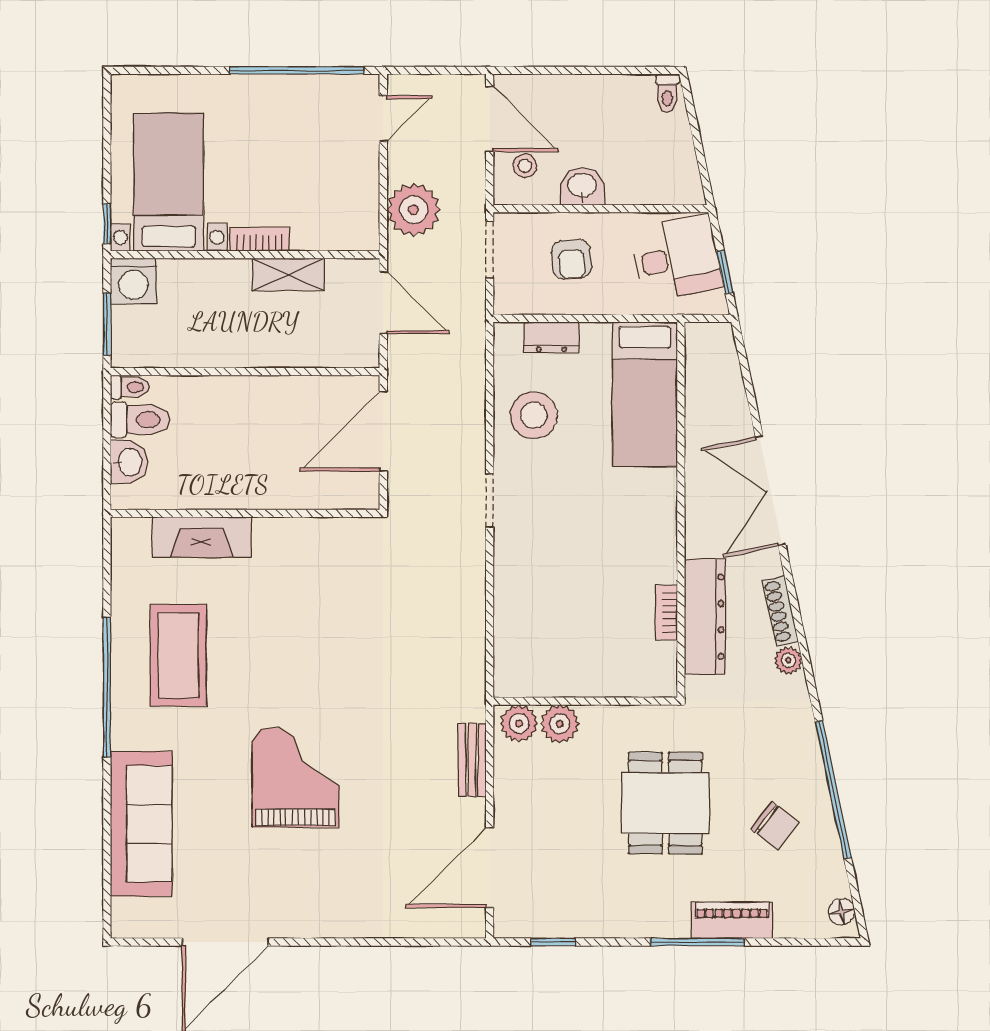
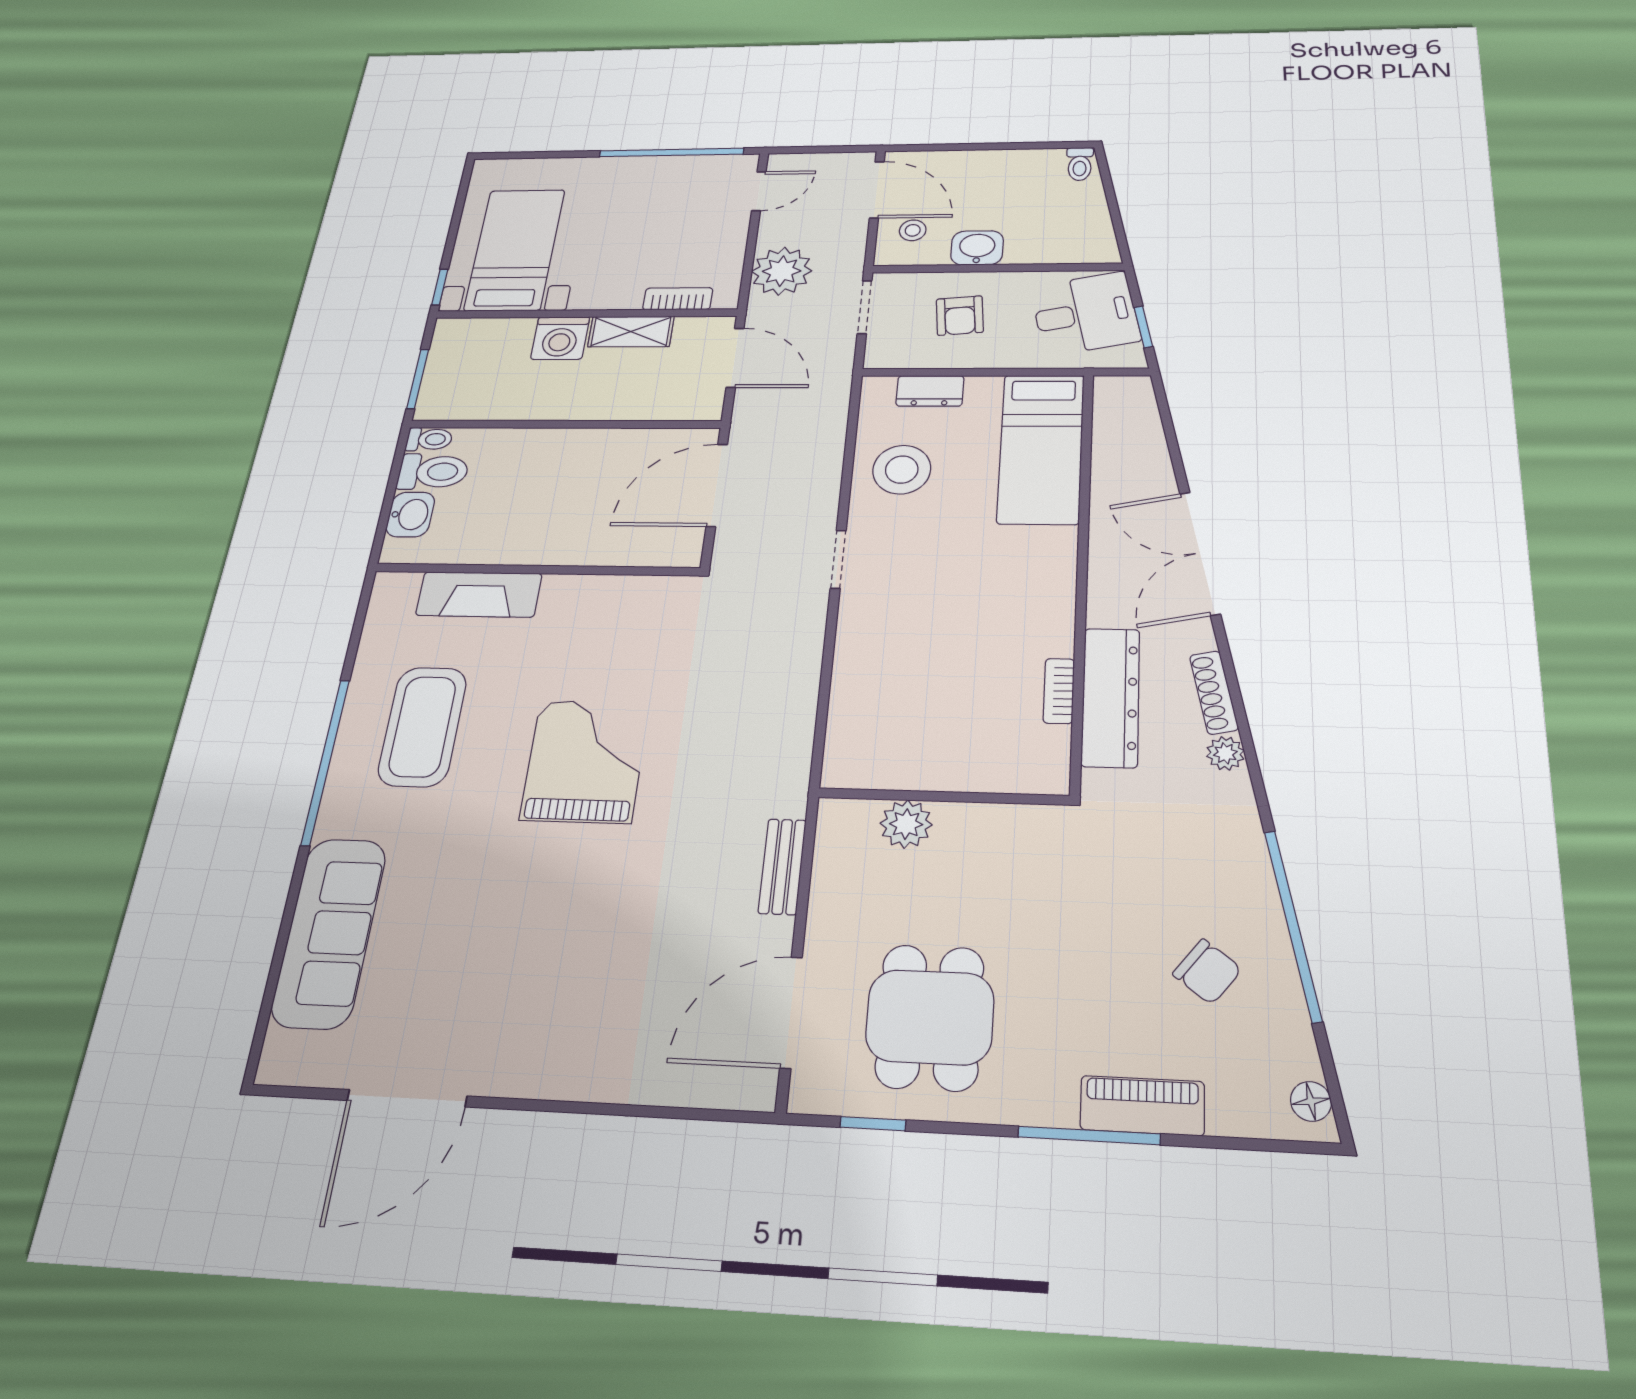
bookcase: (259, 239) -> (678, 299), moved
washing machine: (133, 281) -> (560, 338), moved
plant: (519, 723) -> (851, 822), removed
grand piano: (295, 777) -> (585, 761), moved
dining table: (665, 803) -> (930, 1017), moved

